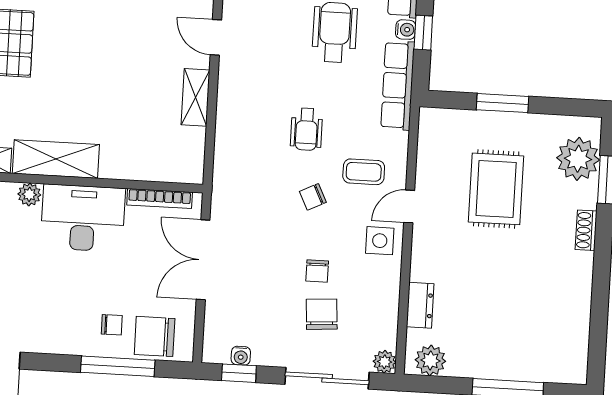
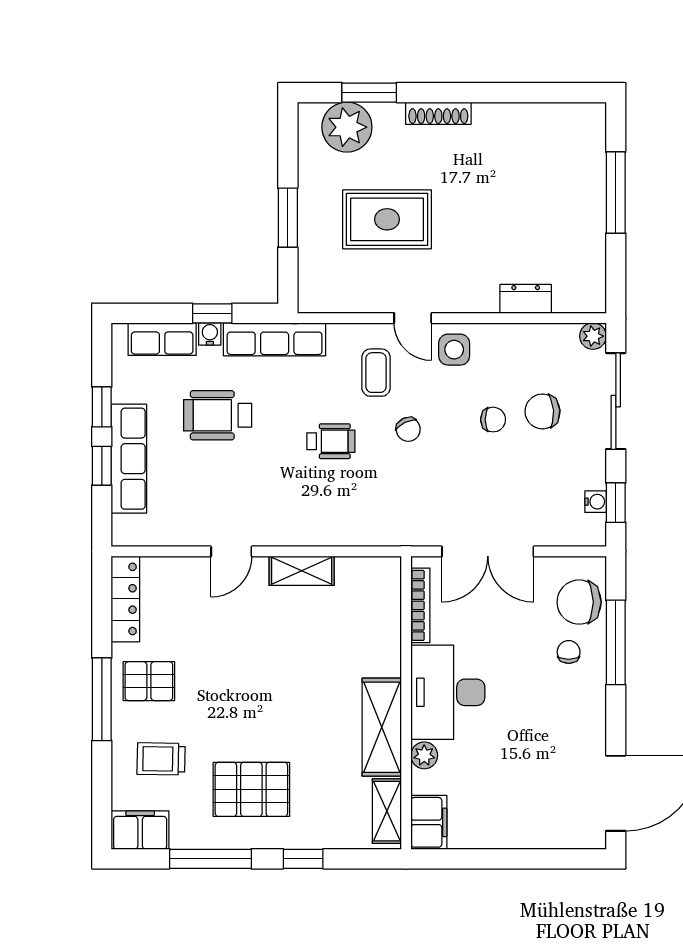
shoe rack: (586, 230) -> (438, 113), width x1.43
chair: (155, 336) -> (579, 602), turned 90
plant: (430, 360) -> (588, 283), removed

